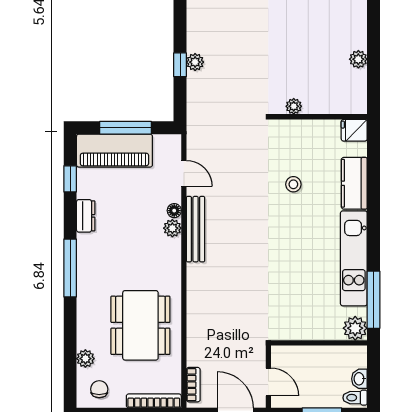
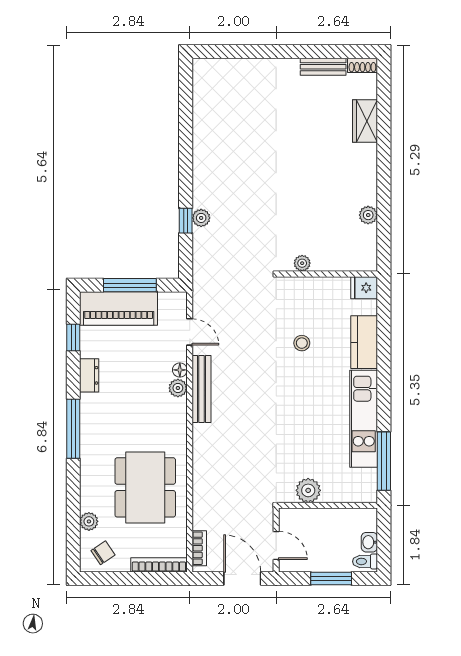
plant: (355, 328) -> (308, 490), moved
chair: (99, 389) -> (103, 553), turned 56

